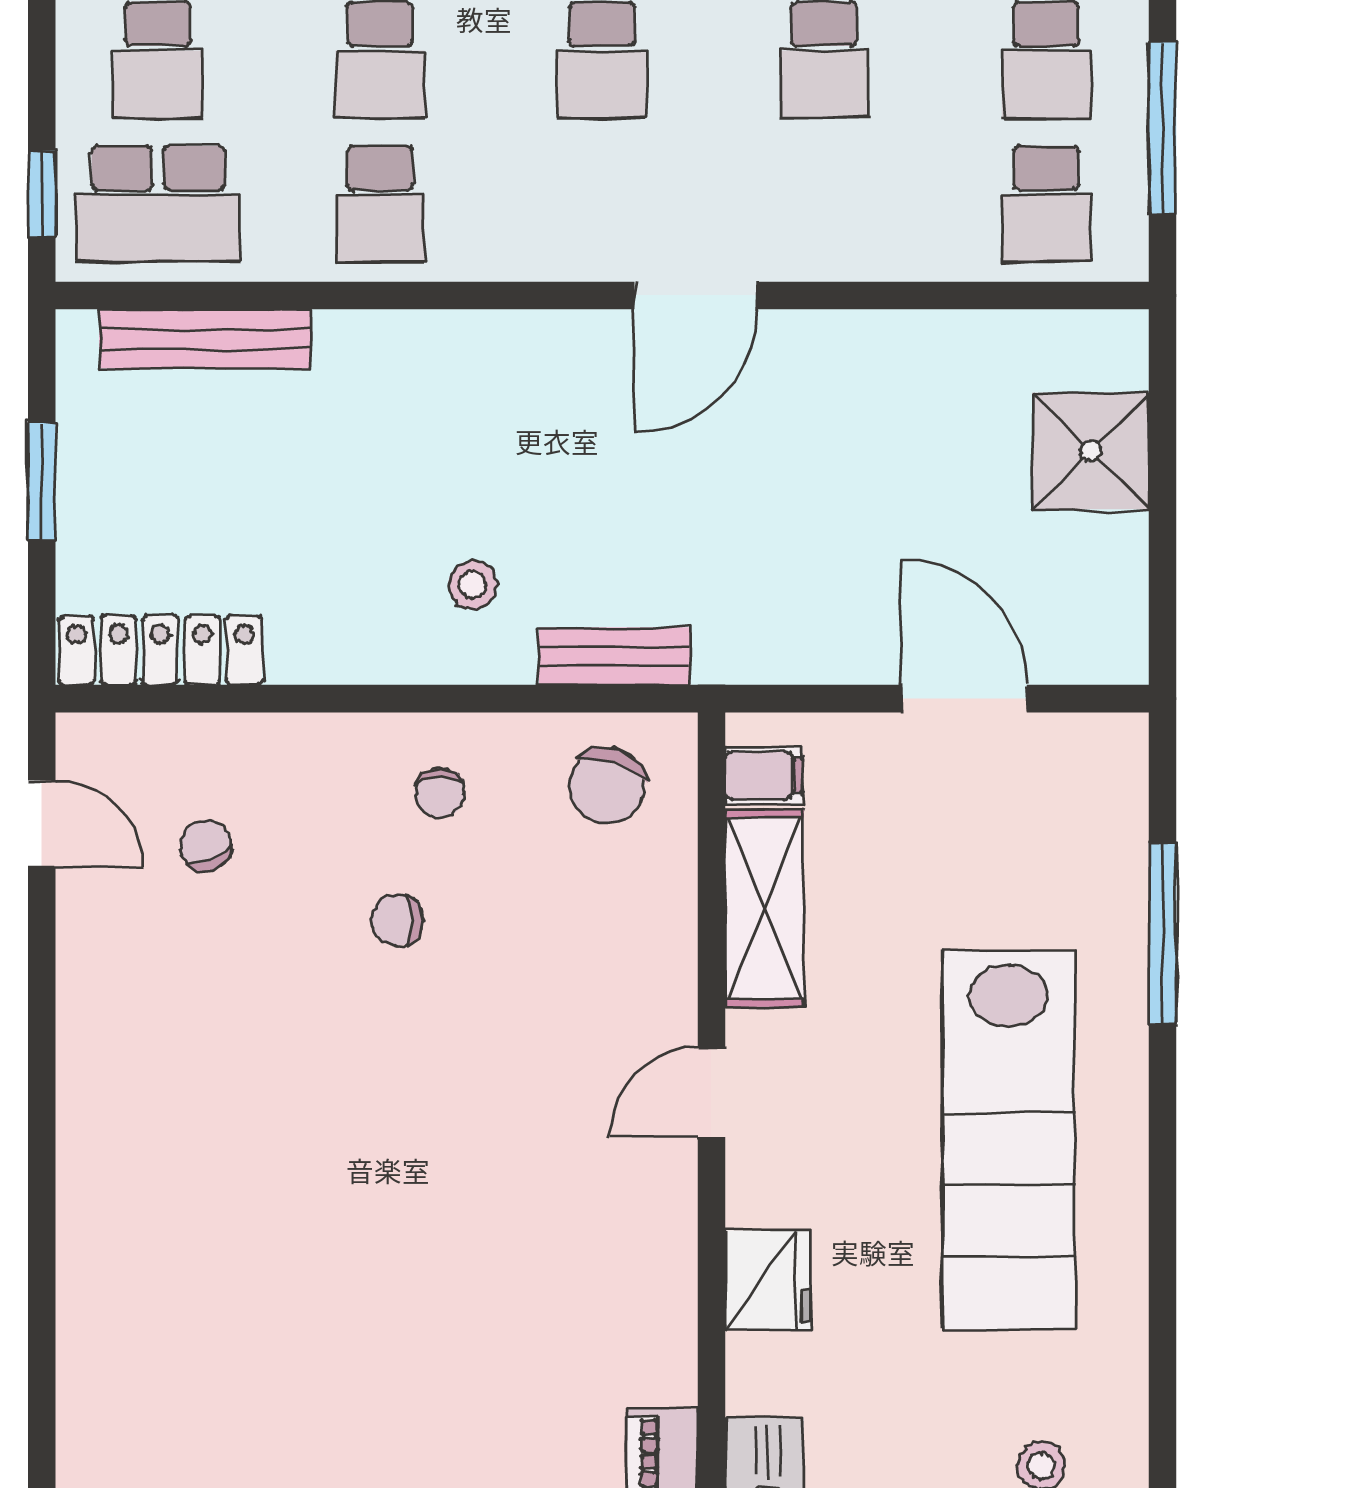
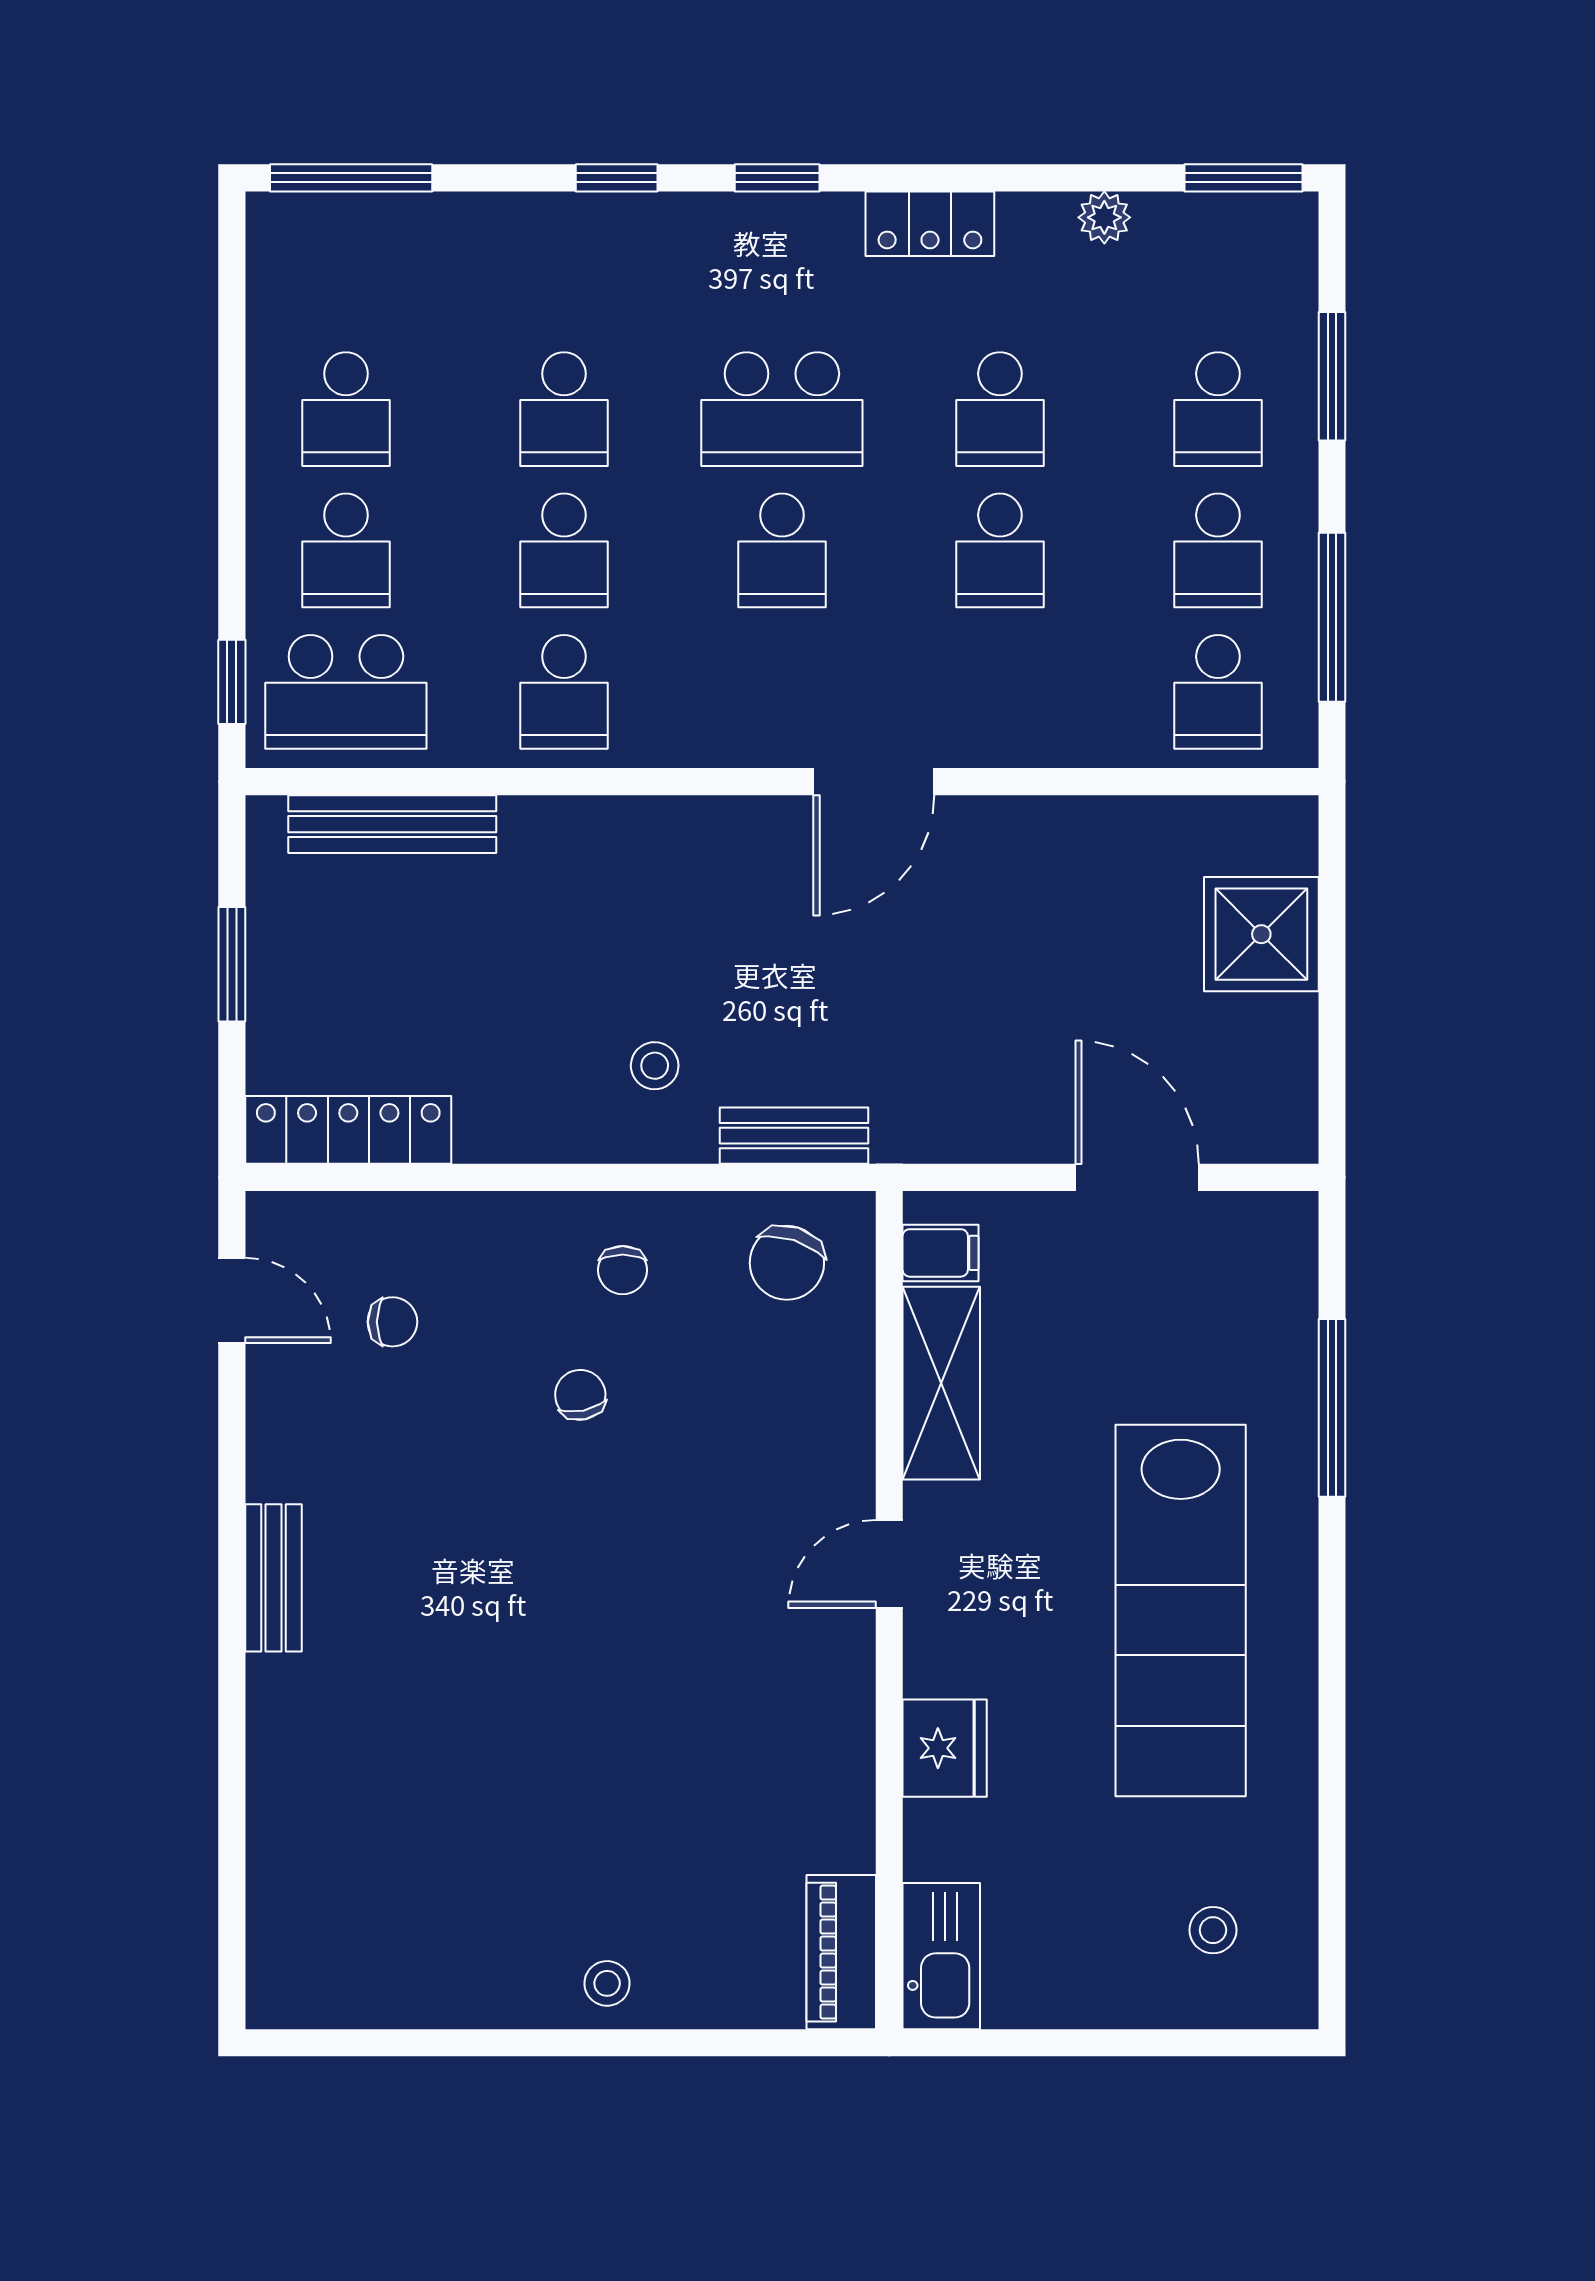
chair: (205, 846) -> (392, 1322), turned 110
chair: (397, 920) -> (580, 1395), turned 78
bench: (84, 1107) -> (273, 1578), added

